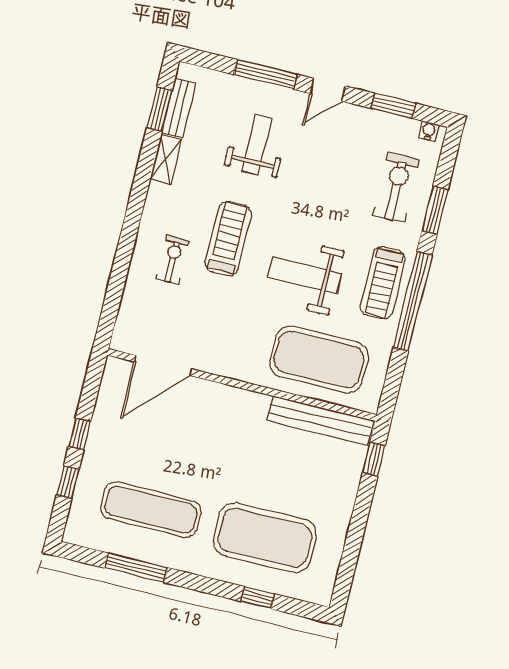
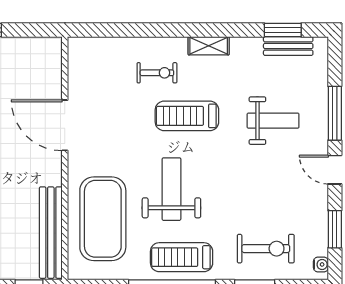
shelving: (166, 159) -> (209, 46), moved
treadmill: (228, 238) -> (187, 116), turned 180
door: (163, 365) -> (65, 125), moved

